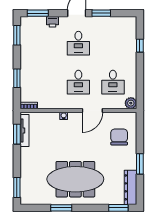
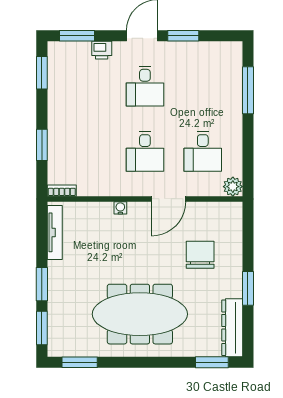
window: (140, 46) -> (248, 90), width x2.17
window: (17, 134) -> (42, 284), moved
chair: (119, 137) -> (200, 255), moved
window: (61, 208) -> (80, 362), moved

